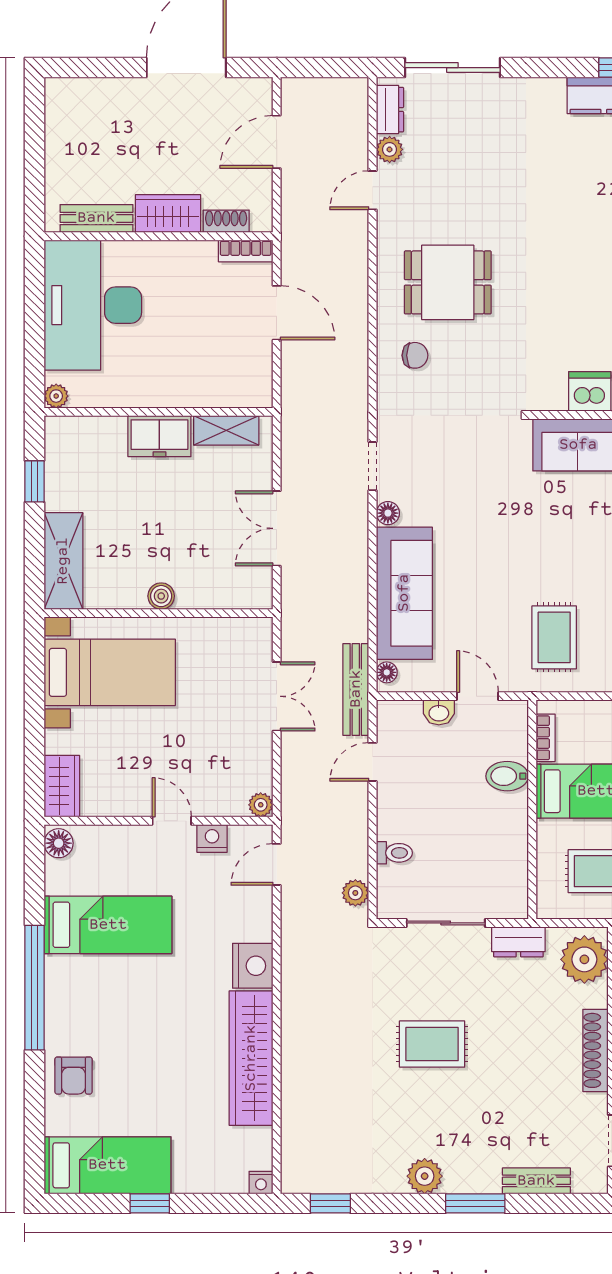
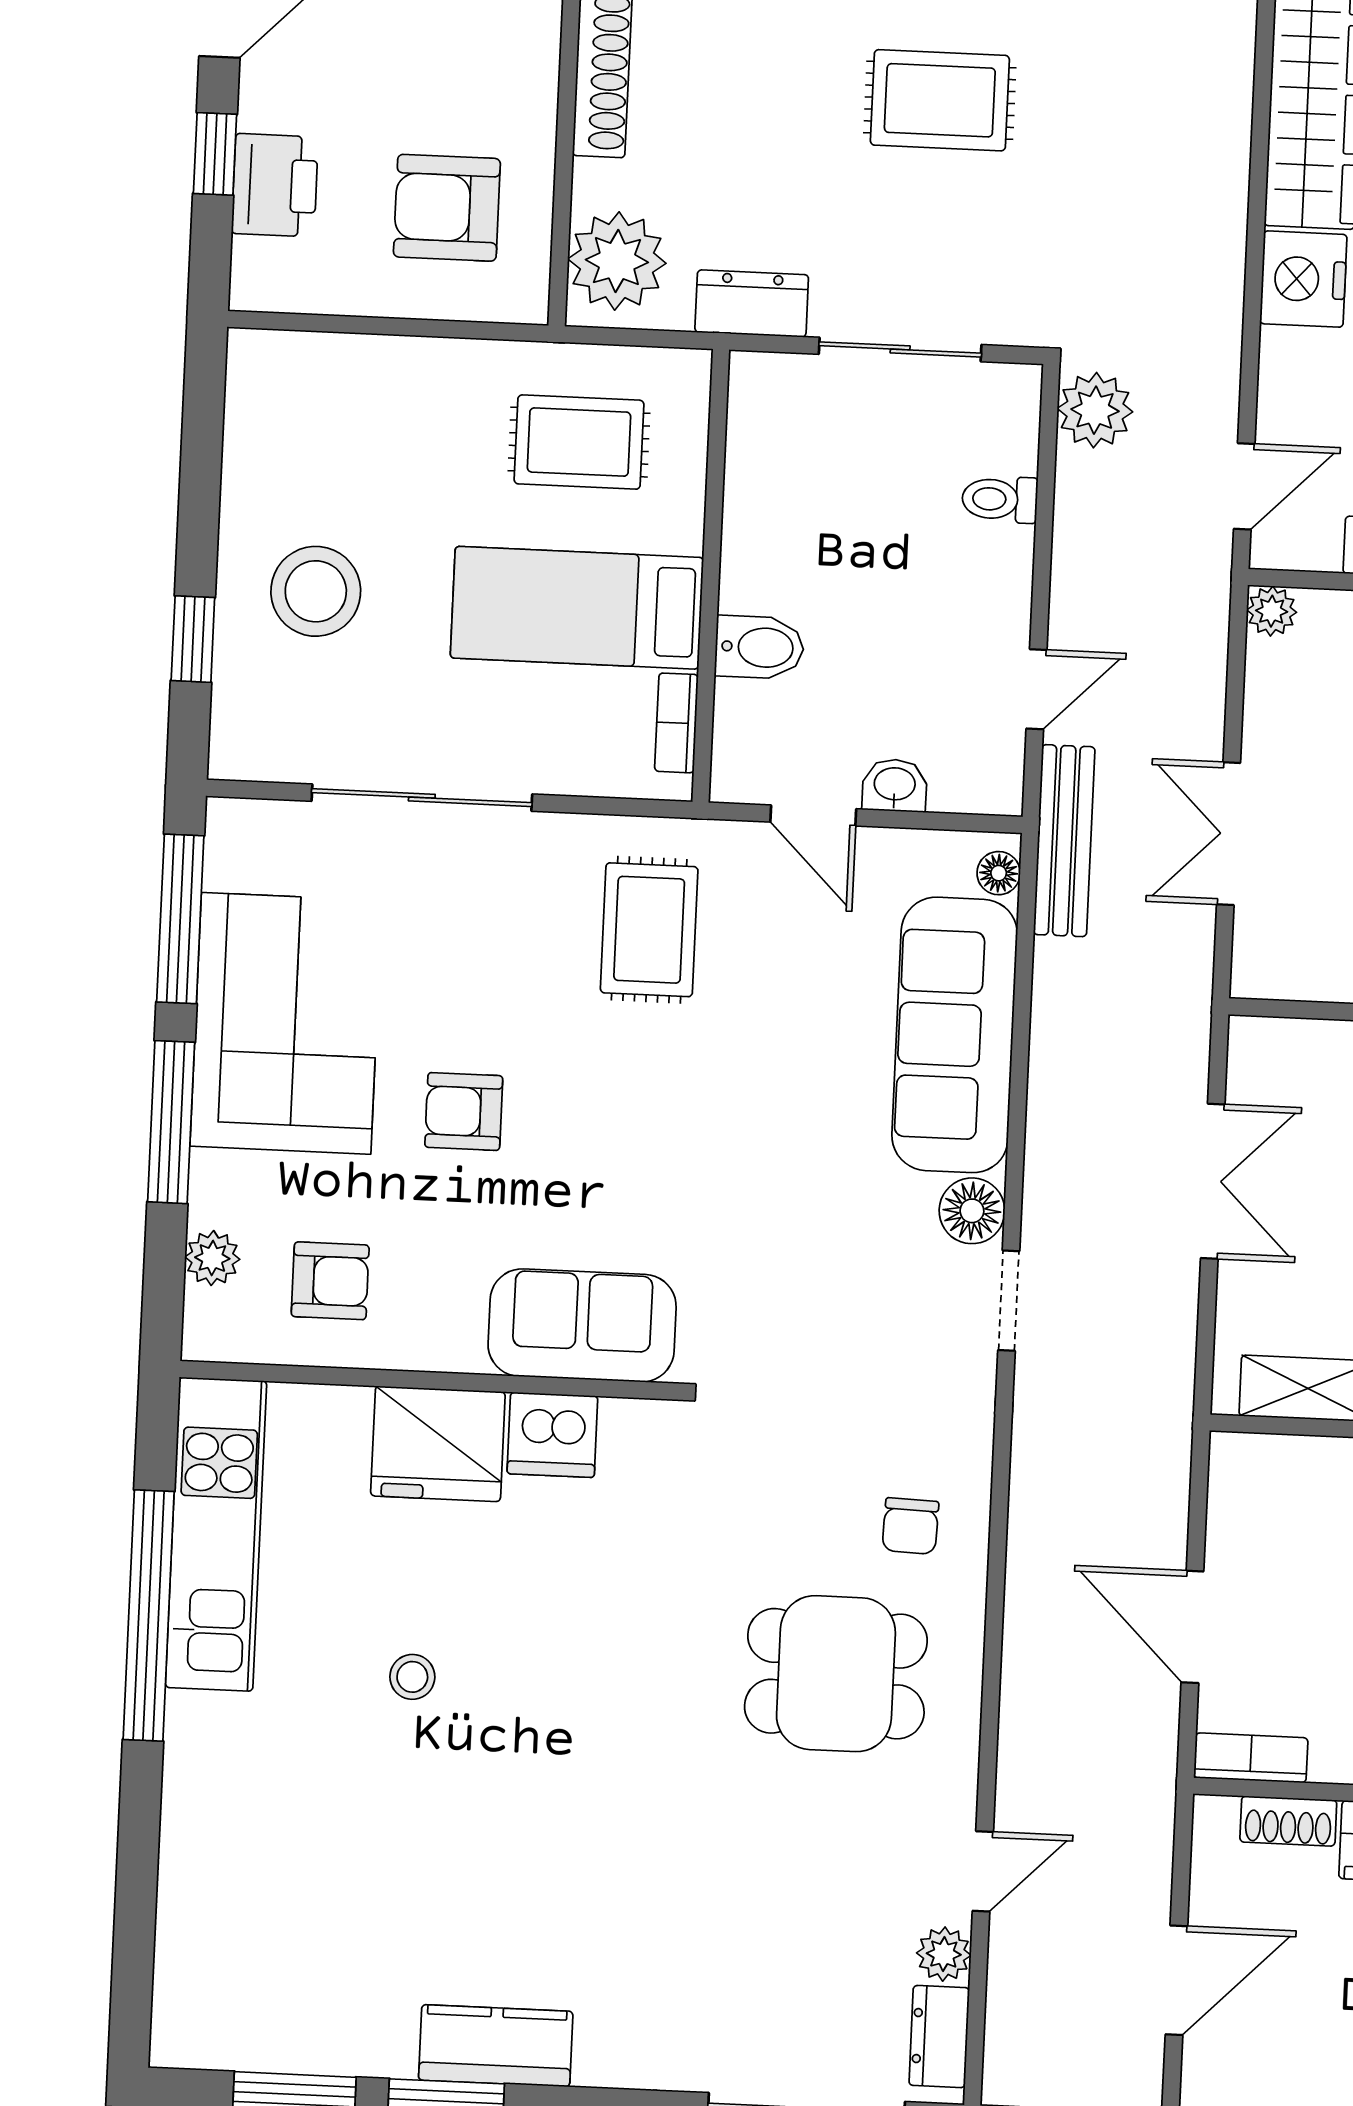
chair: (415, 355) -> (910, 1526), turned -88
floor lamp: (388, 513) -> (972, 1211), width x1.37, depth x1.37
plant: (355, 893) -> (1095, 410), width x1.38, depth x1.38

